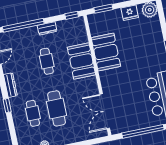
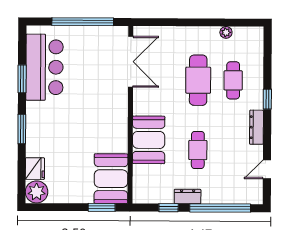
fridge: (130, 13) -> (35, 169), moved, turned 90
window: (72, 15) -> (169, 208), moved
booth: (106, 52) -> (111, 179), moved

